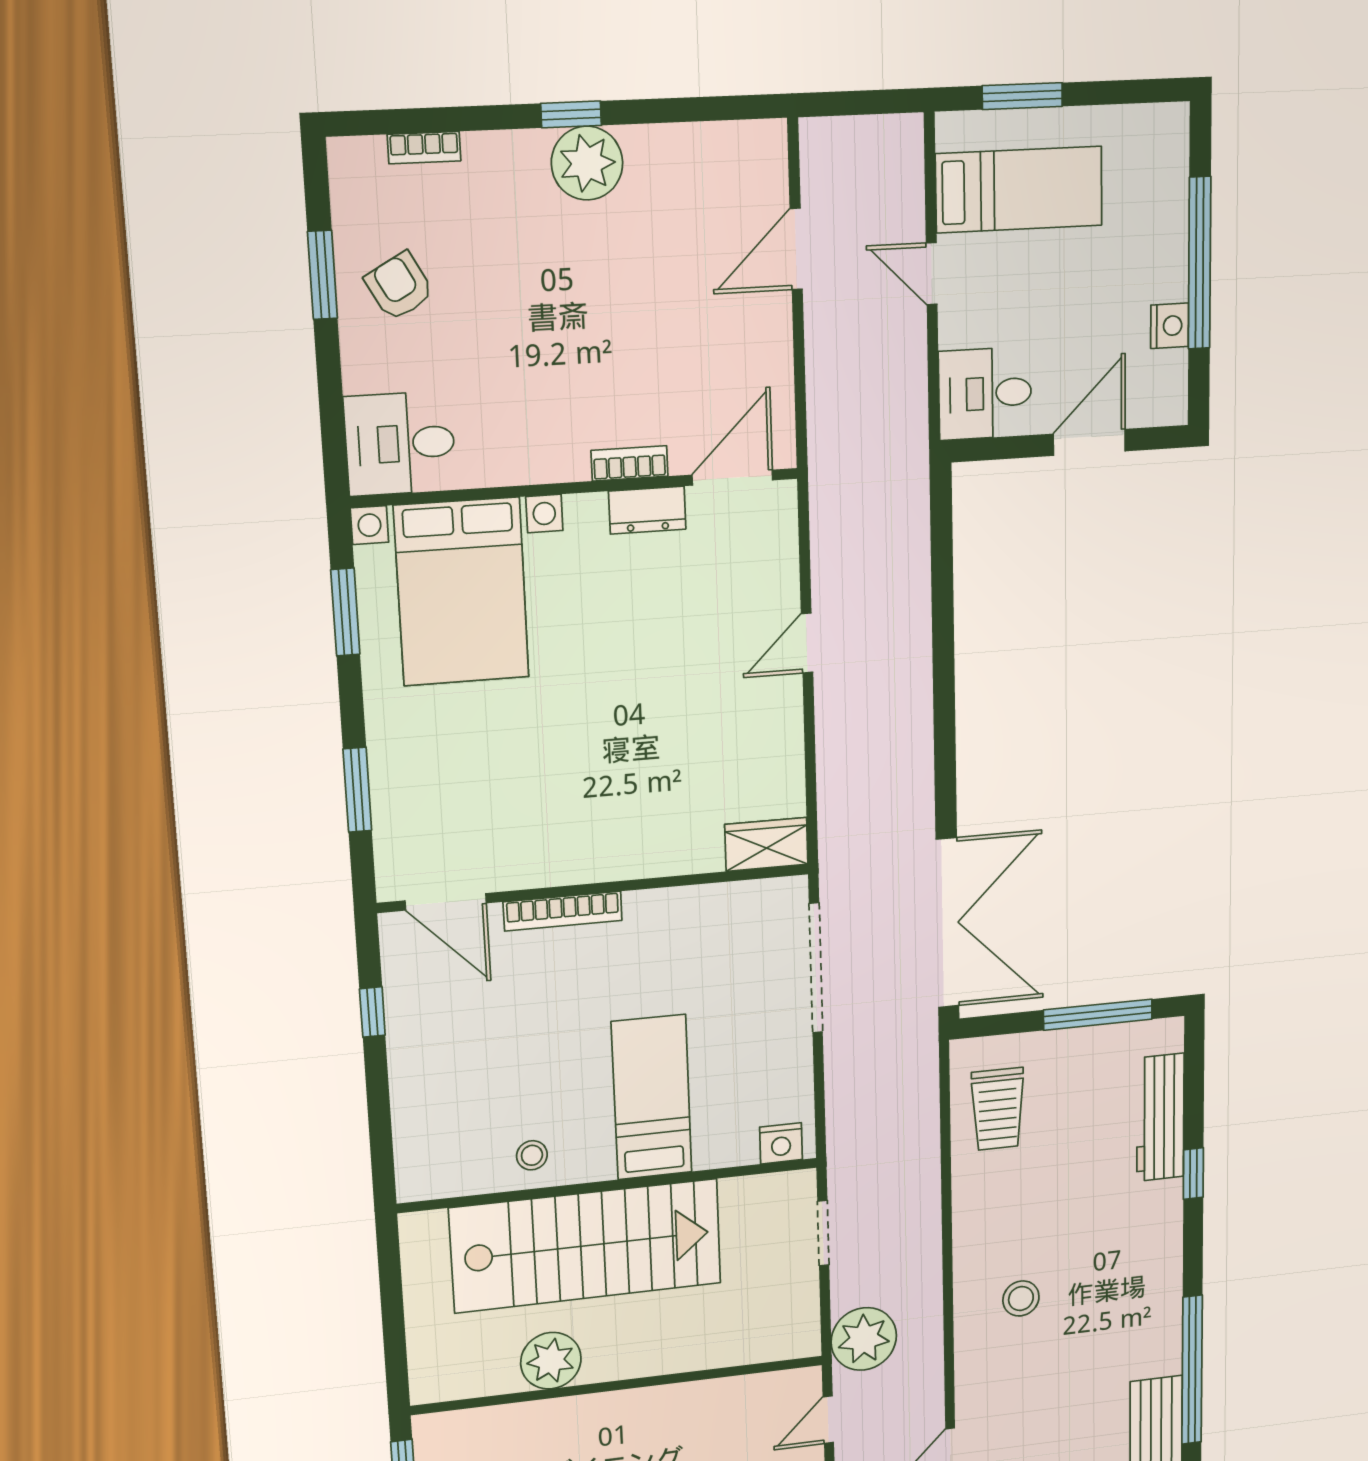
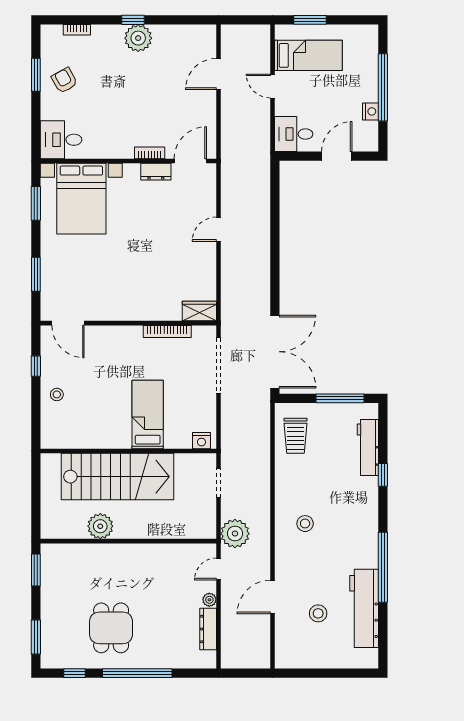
bookcase: (563, 911) -> (167, 331), moved
stool: (532, 1155) -> (57, 394), moved

